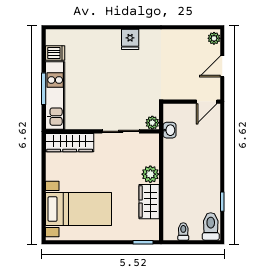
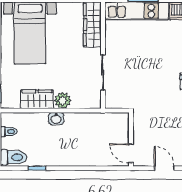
plant: (152, 123) -> (111, 102), removed
washbasin: (169, 130) -> (56, 119), moved

